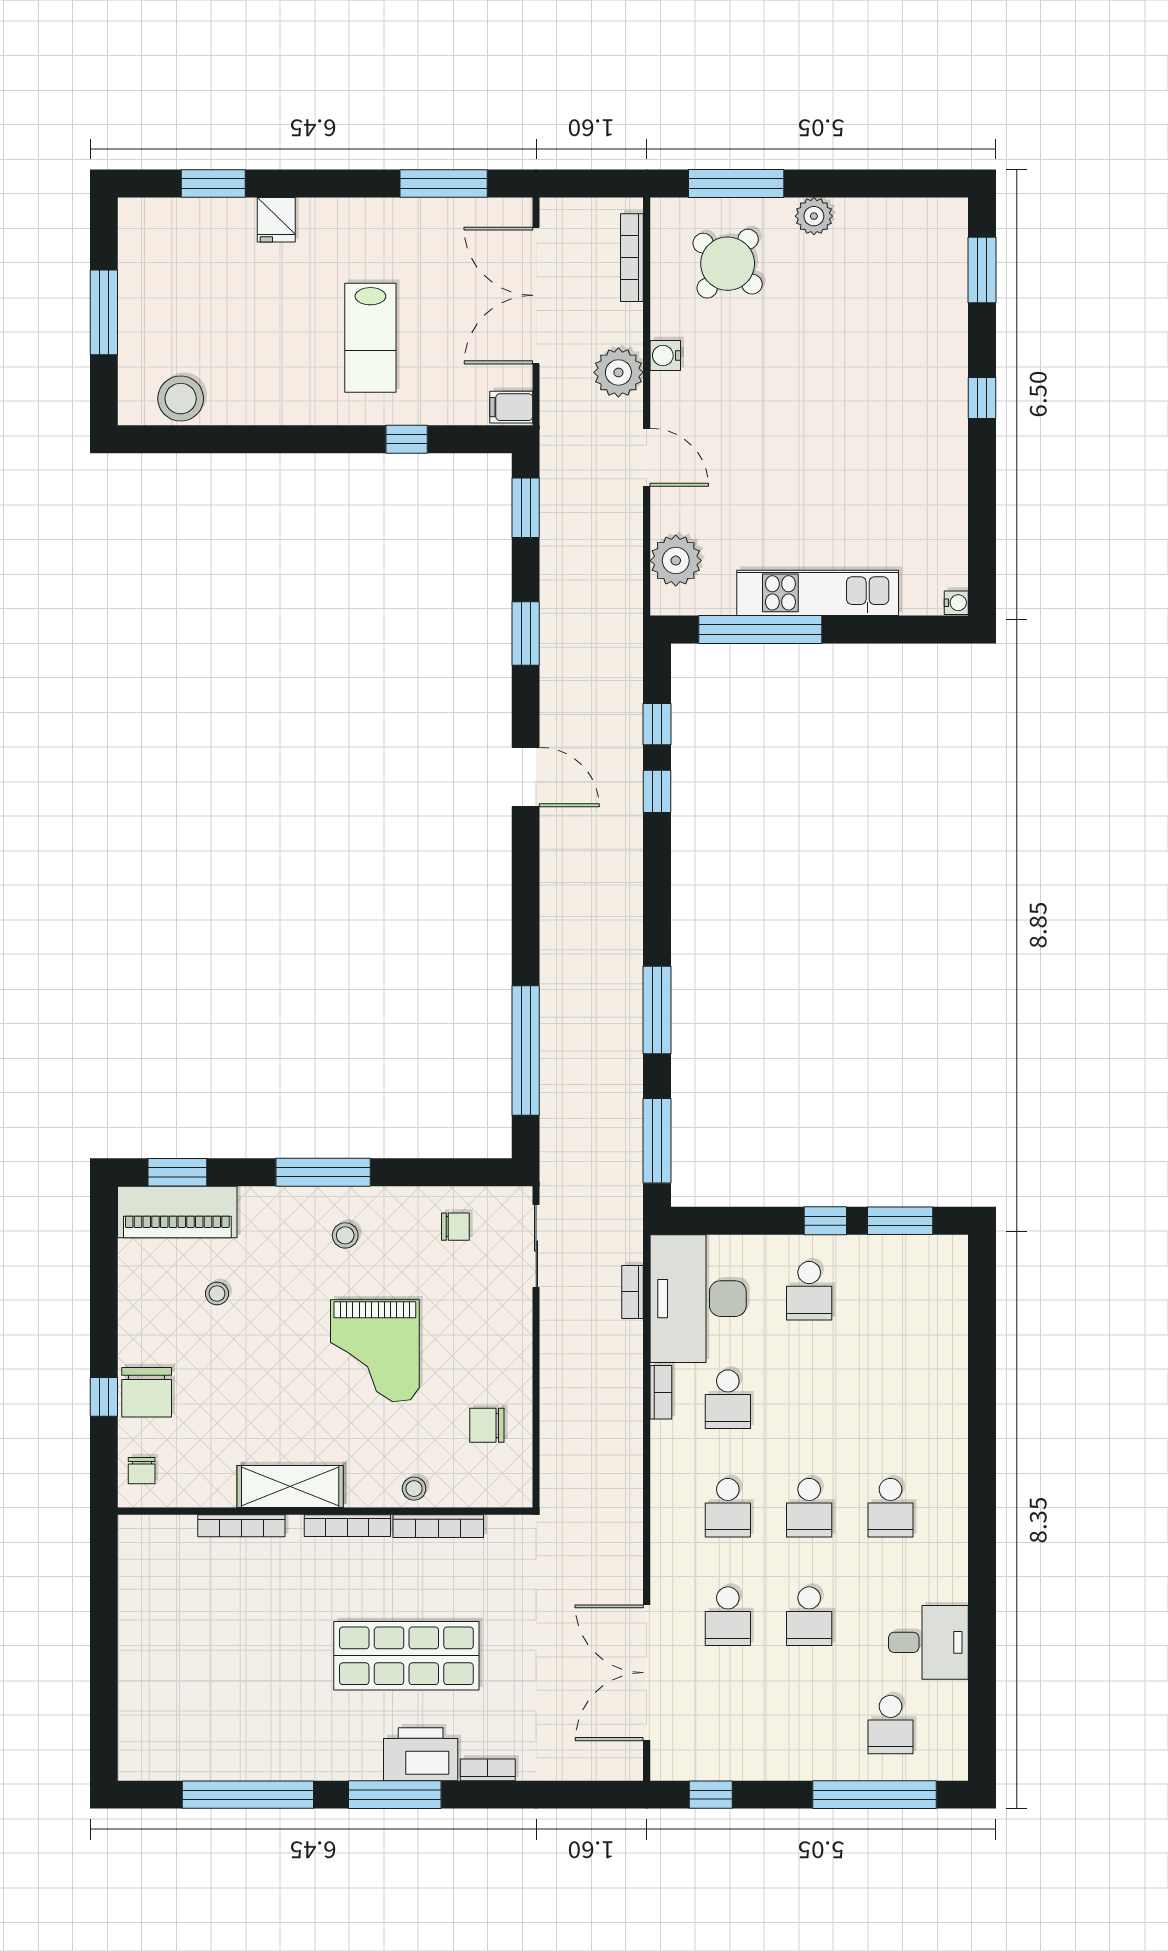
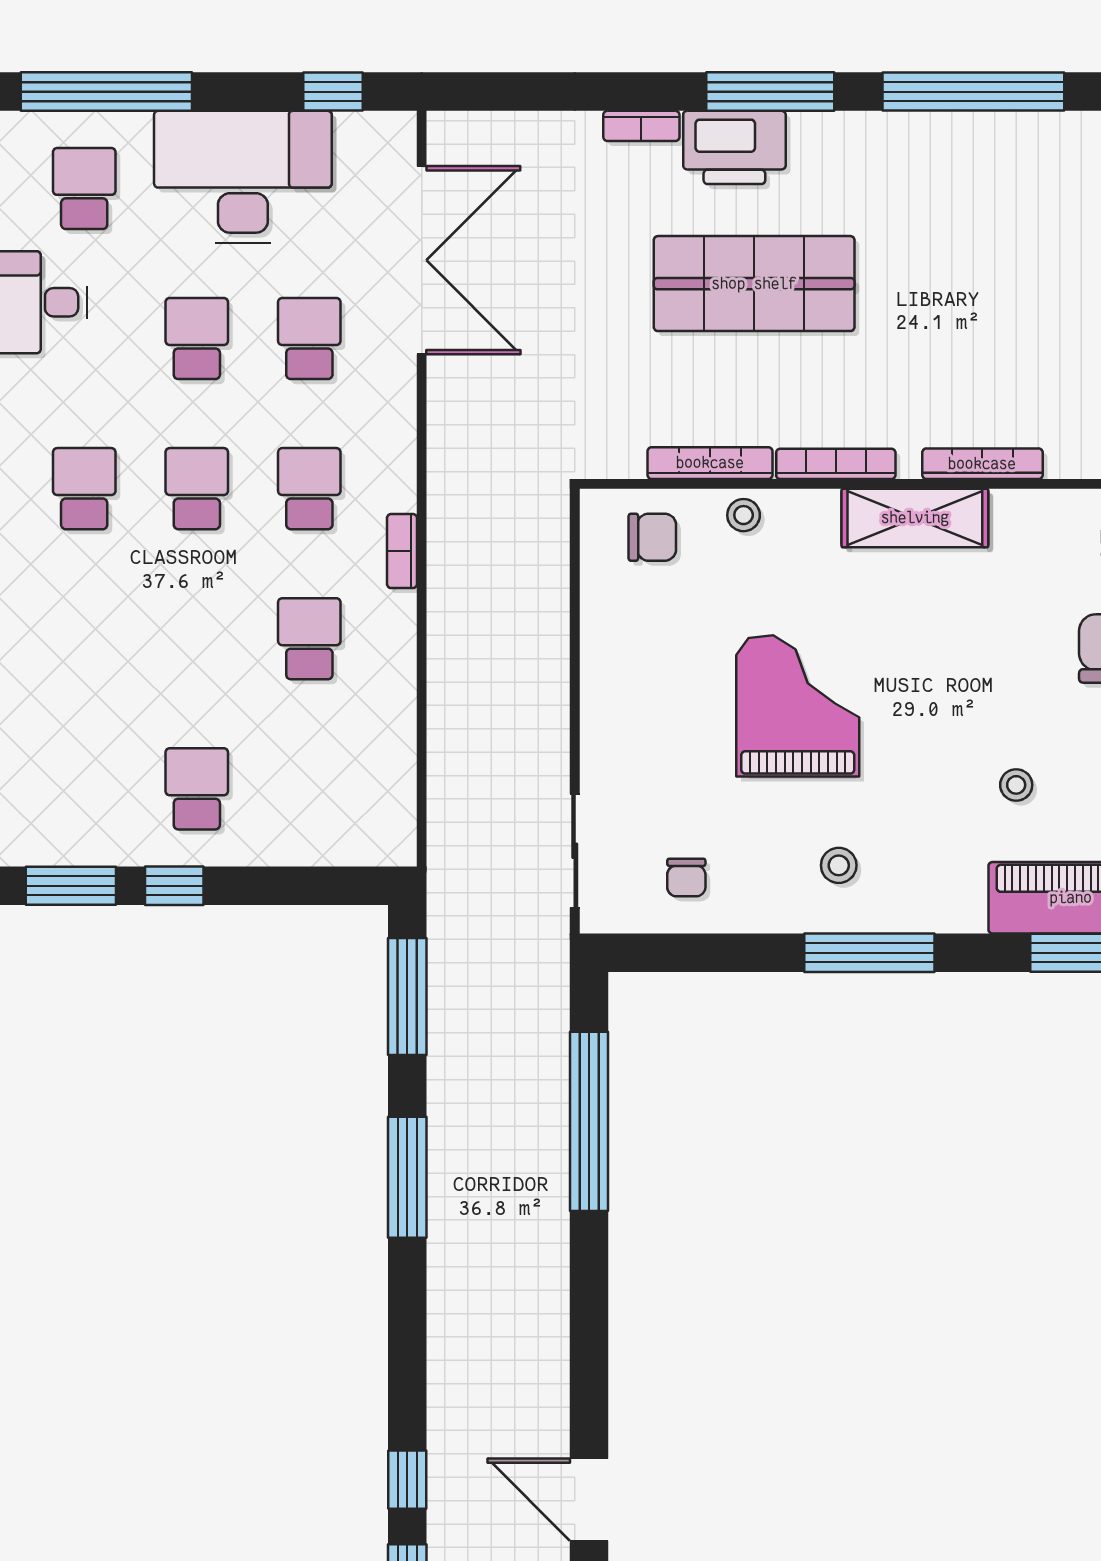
chair: (455, 1227) -> (686, 878), turned -90
bookcase: (633, 1292) -> (441, 787), removed
desk: (698, 1299) -> (243, 177), moved, turned -90
bookcase: (661, 1392) -> (402, 551), moved
chair: (487, 1425) -> (652, 537), moved

